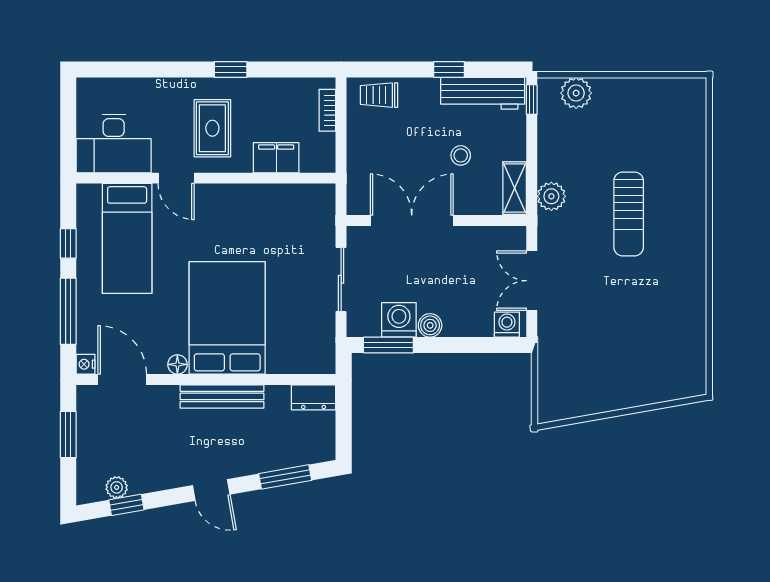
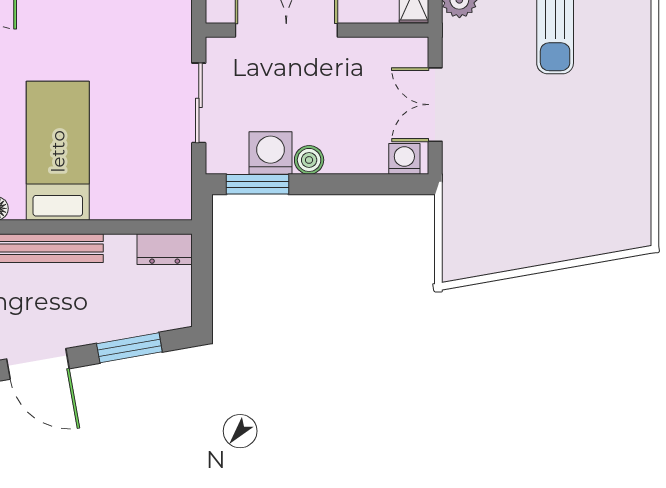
bed: (227, 318) -> (58, 151), width x0.67
door: (211, 490) -> (38, 364), width x1.38

